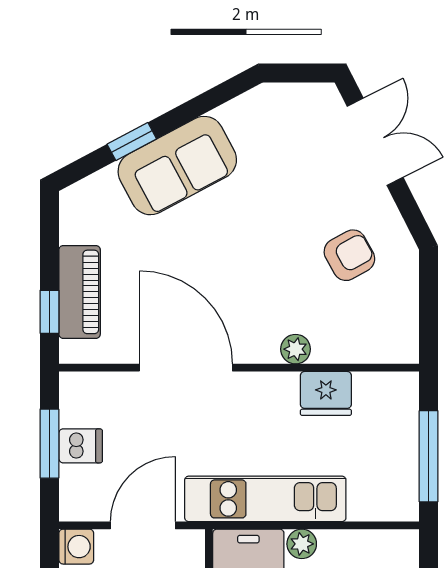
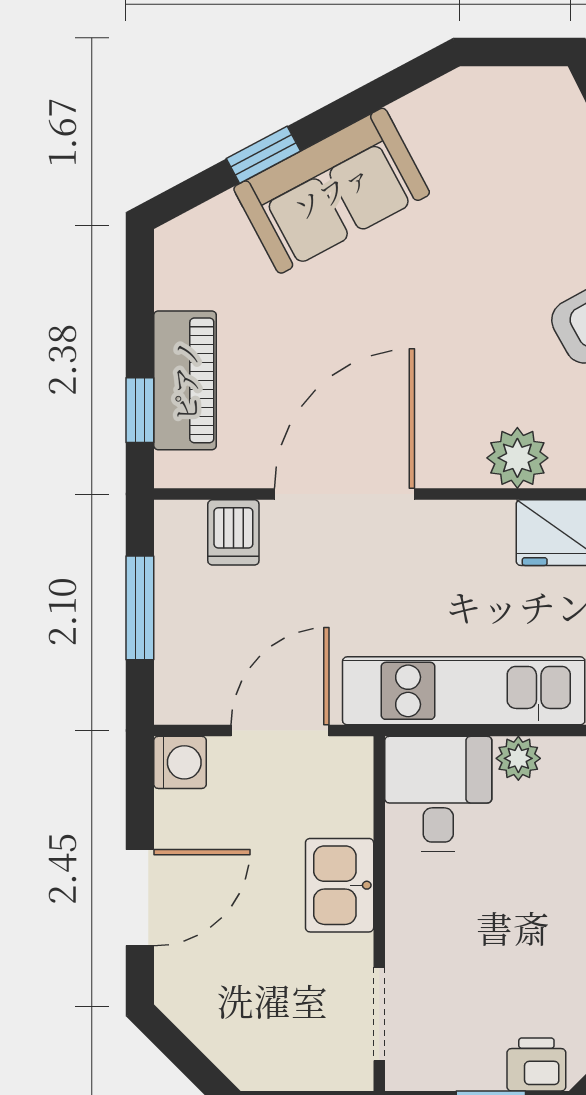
plant: (296, 349) -> (517, 458), width x1.38, depth x1.38
door: (186, 368) -> (344, 494), hinge flipped
dishwasher: (81, 446) -> (233, 532), moved, turned 90

